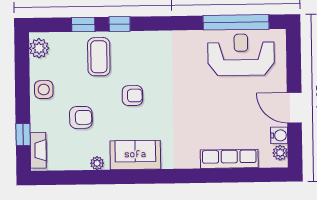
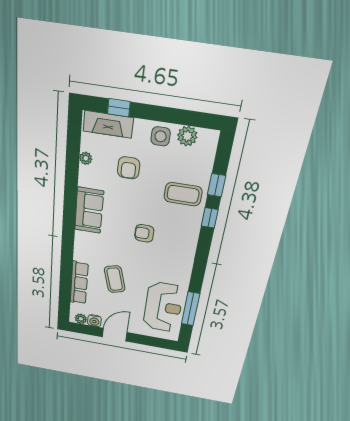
window: (236, 22) -> (191, 309), width x0.68
plant: (39, 48) -> (187, 136), moved
armchair: (132, 96) -> (144, 233), moved, turned 90
coffee table: (215, 117) -> (115, 279), added
fireplace: (38, 150) -> (108, 124), width x1.37, depth x1.32
plant: (97, 163) -> (86, 158), moved

